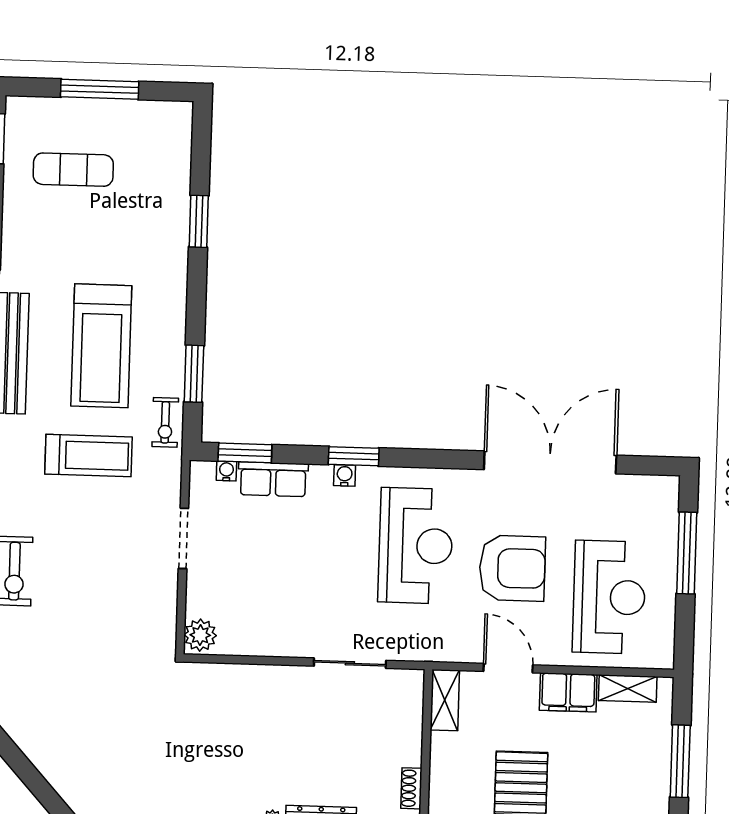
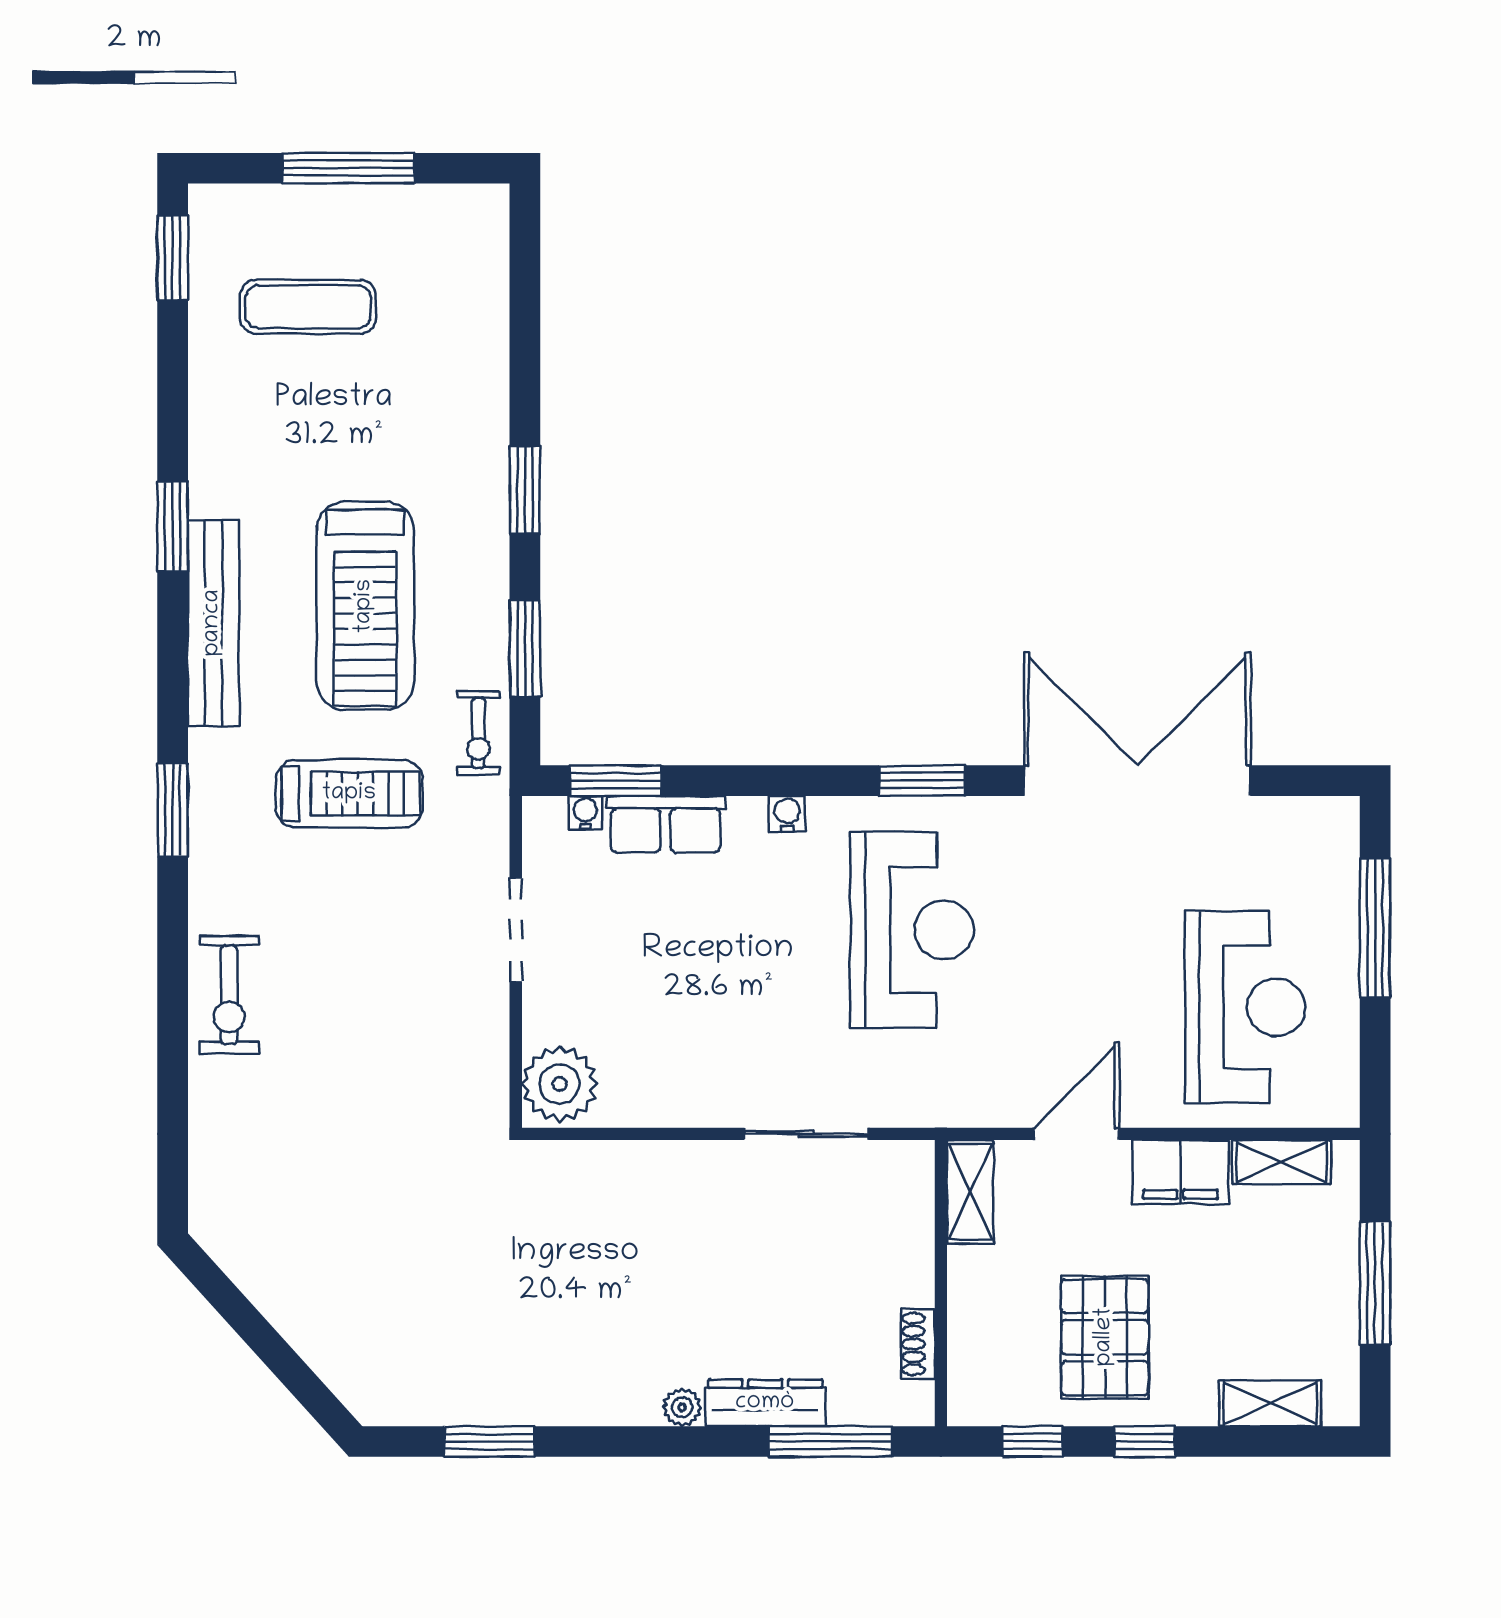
window: (199, 221) -> (525, 490), moved
window: (354, 456) -> (922, 781), moved
armchair: (512, 568) -> (1078, 963), removed
plant: (200, 635) -> (560, 1084), width x1.36, depth x1.36
door: (508, 668) -> (1077, 1134), hinge flipped

